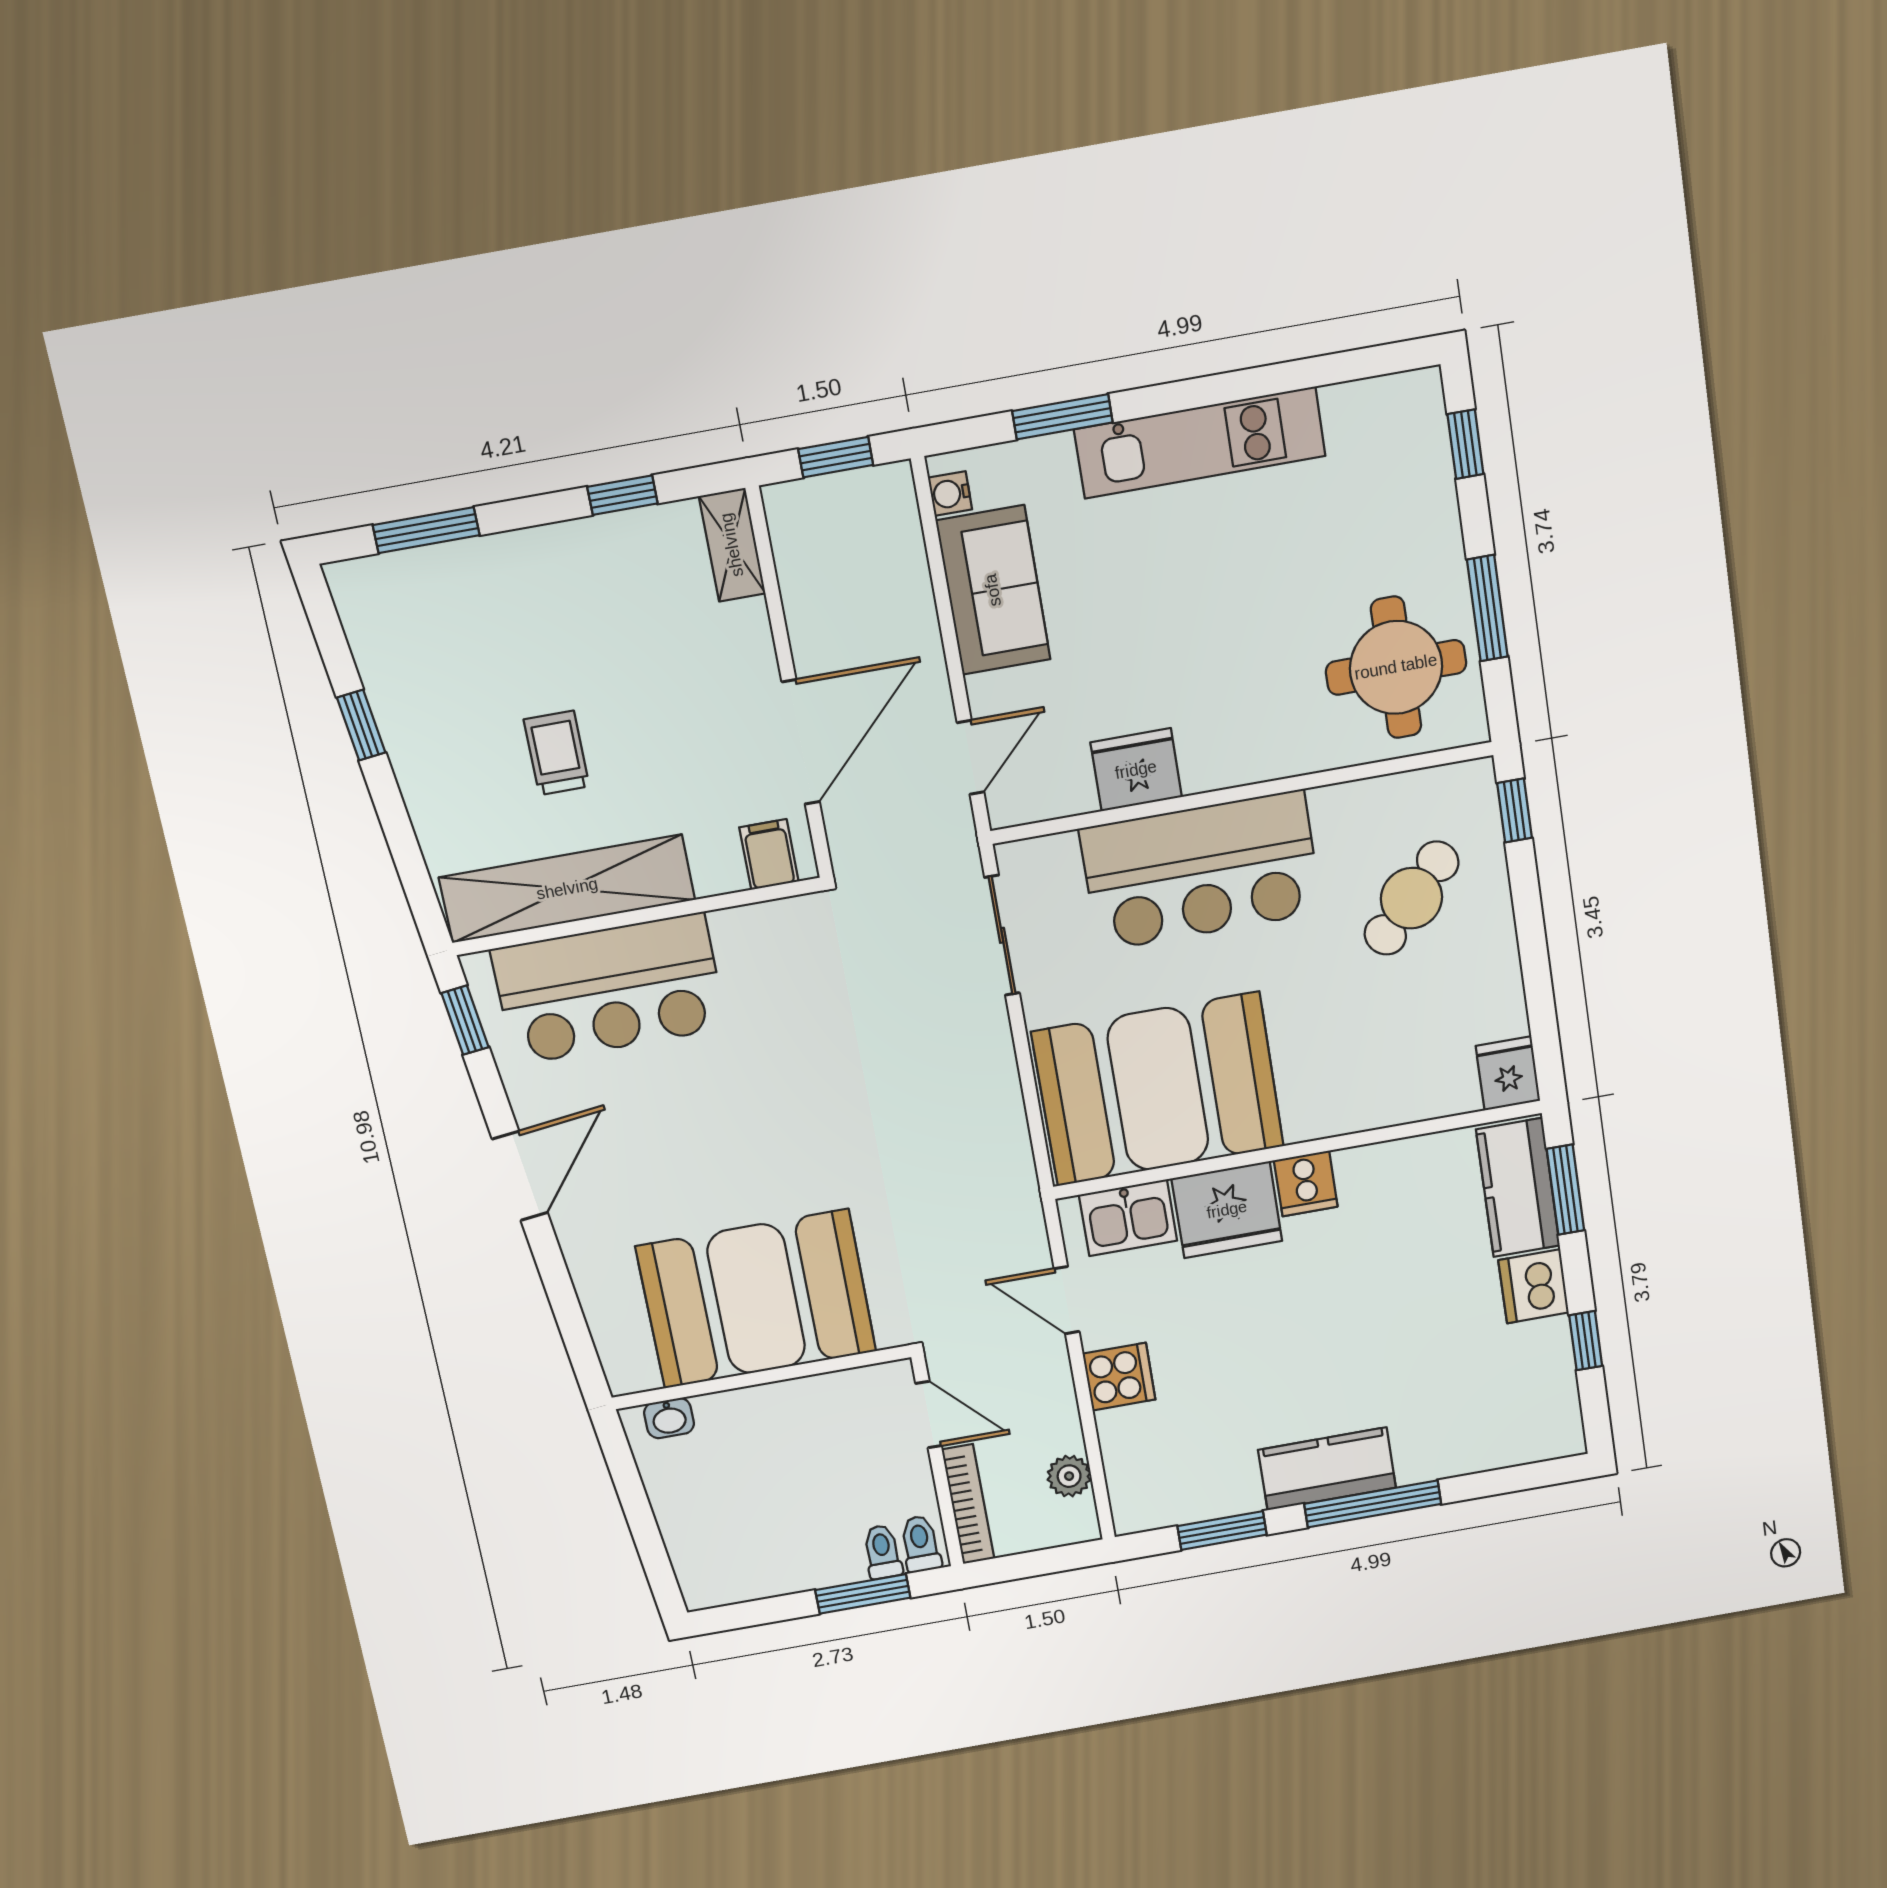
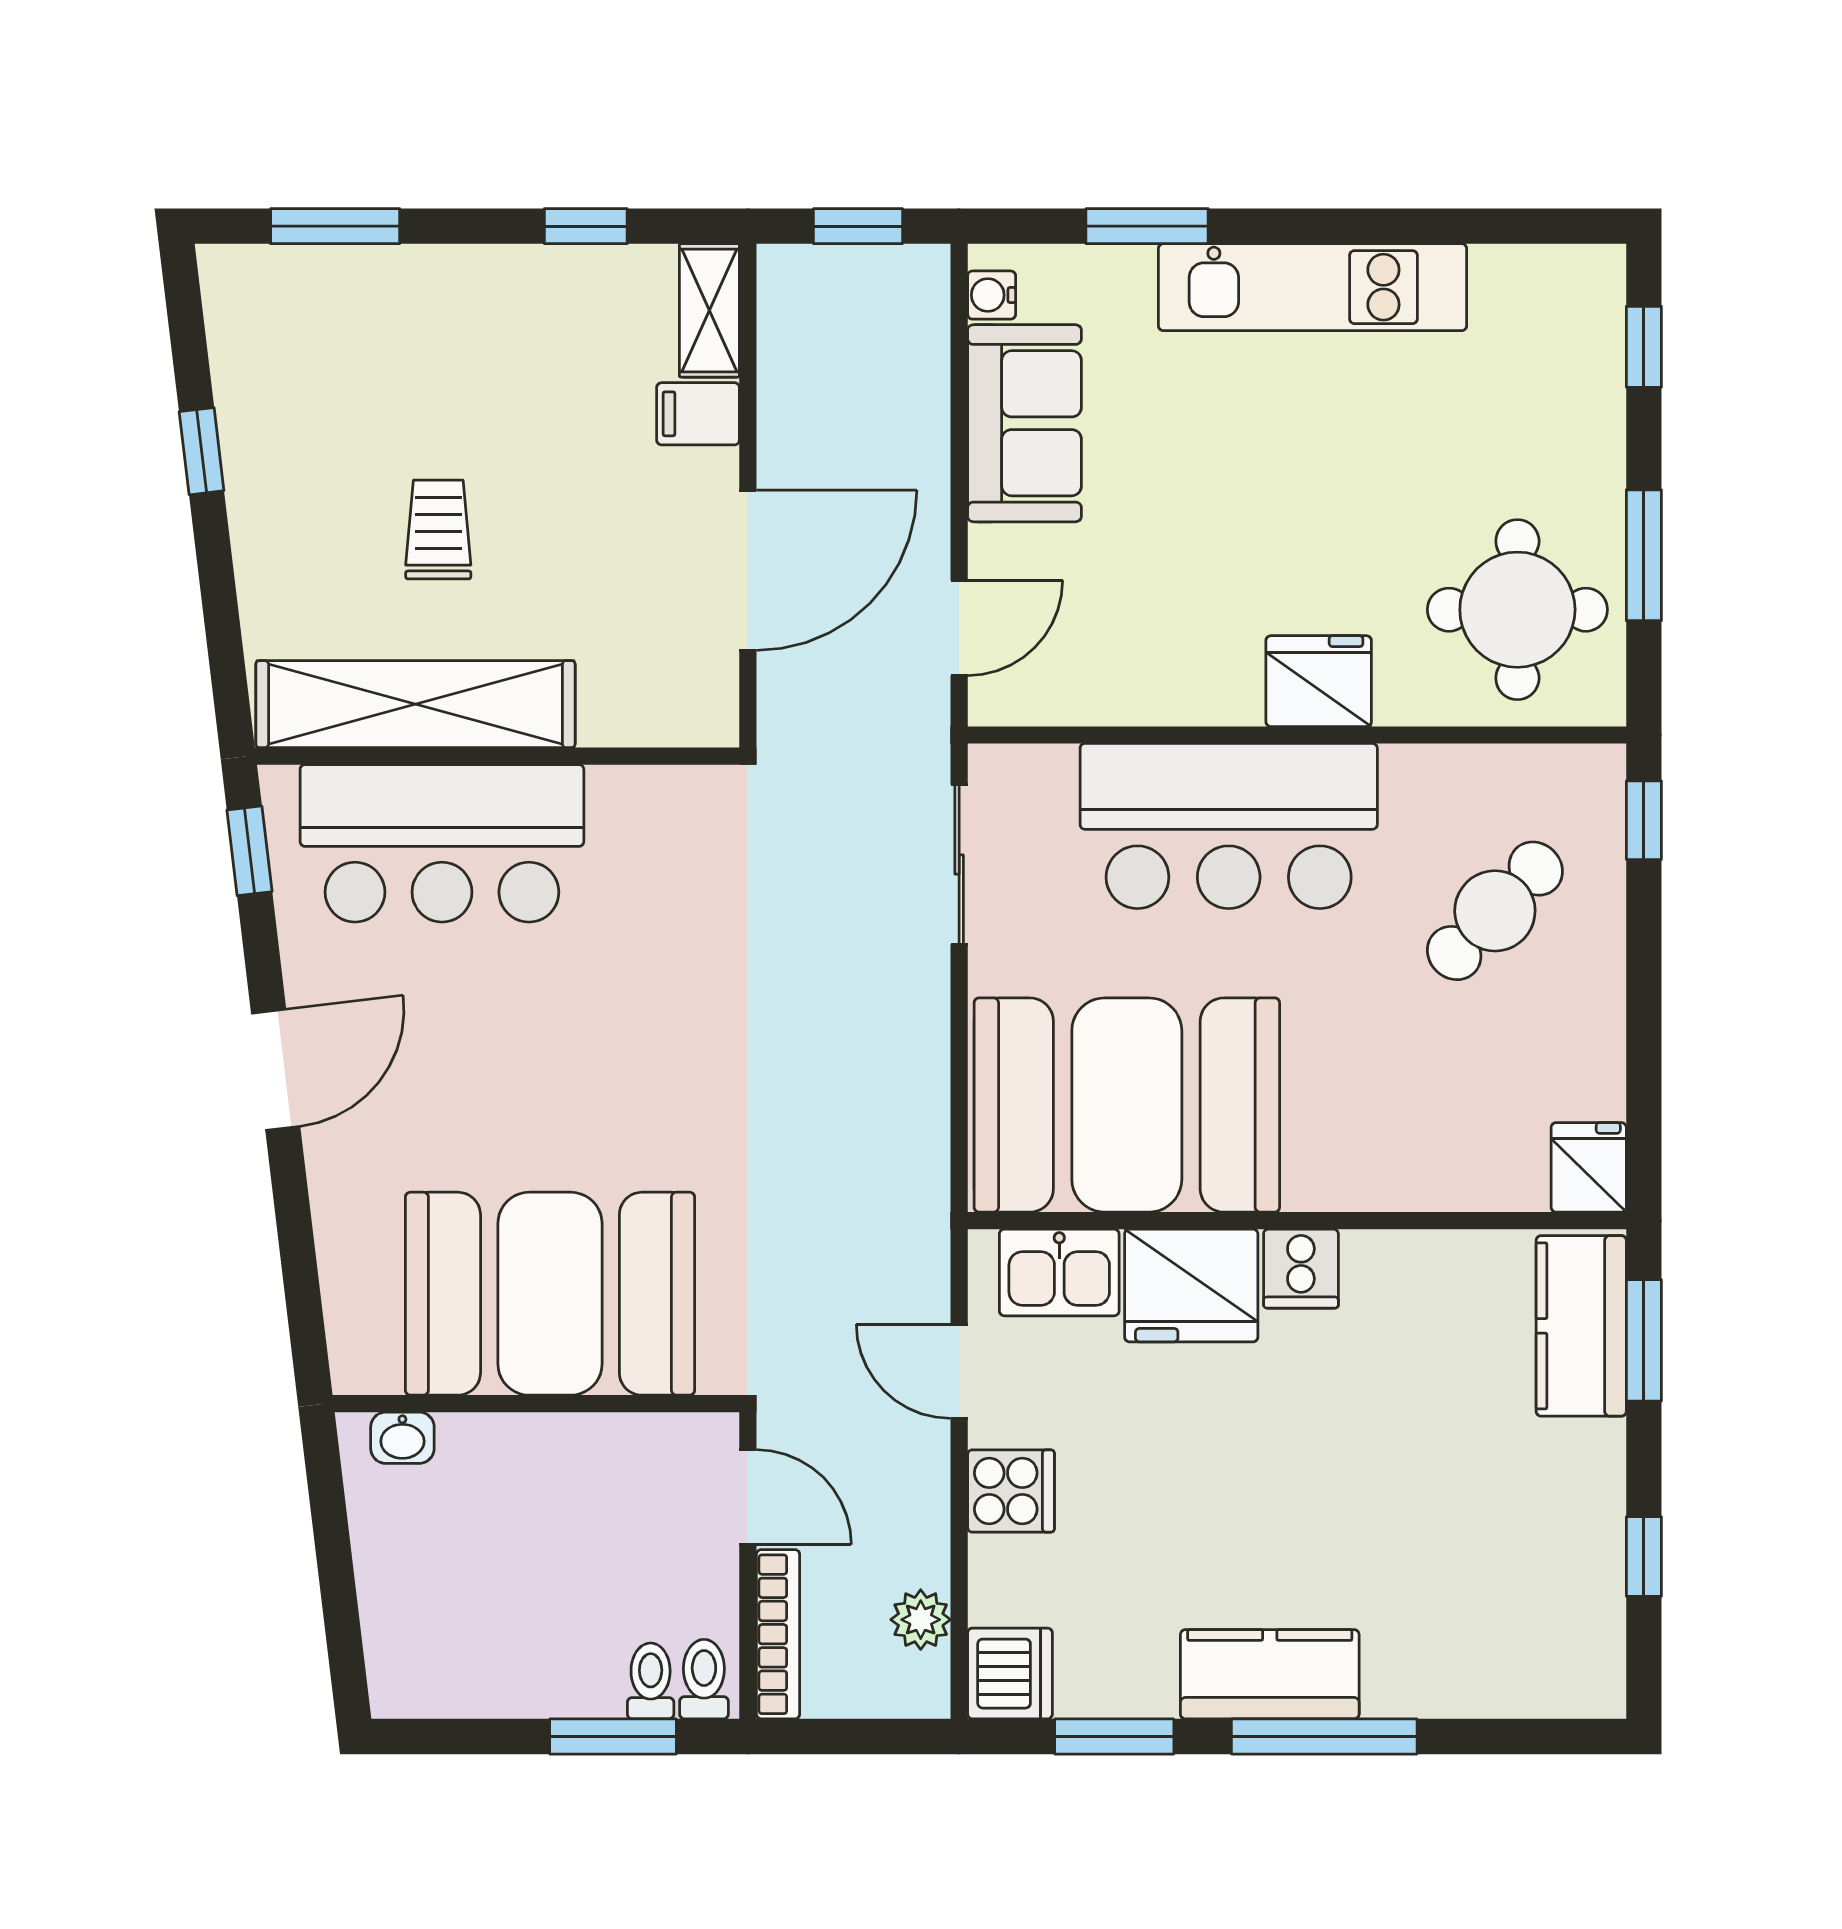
fridge: (1136, 770) -> (1319, 681), moved
filing cabinet: (769, 854) -> (698, 414), moved, turned -90
dishwasher: (1534, 1286) -> (1010, 1674), moved, turned 180

